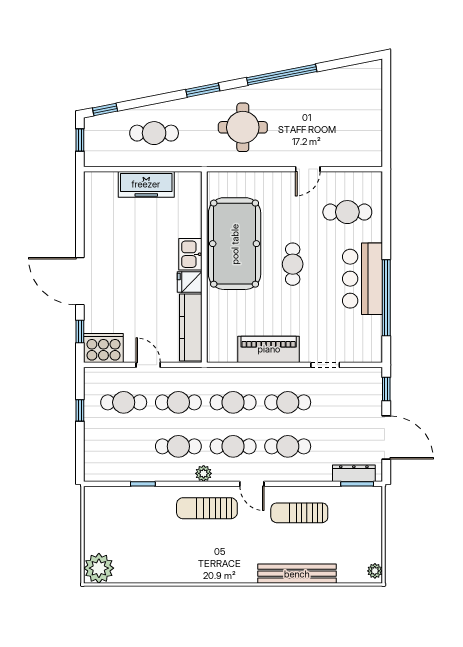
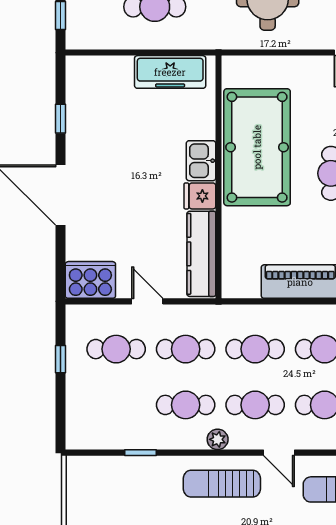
freezer: (146, 184) -> (170, 72), moved
window: (80, 332) -> (60, 119), moved

